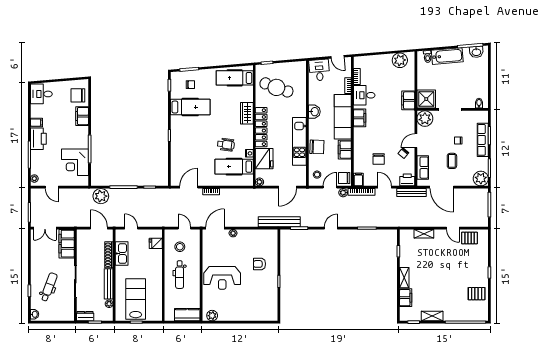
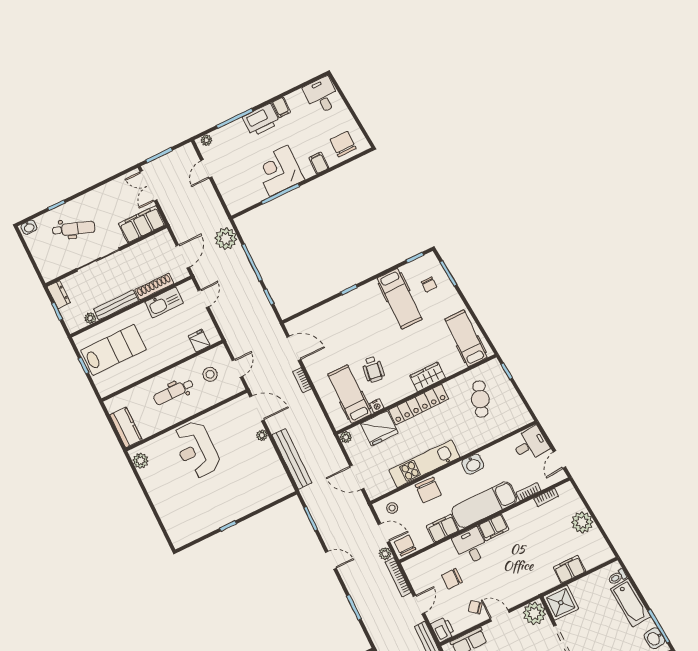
plant: (400, 60) -> (582, 522), moved
cafe table: (276, 87) -> (480, 399), width x0.73, depth x0.74
desk: (364, 95) -> (471, 546), moved
filing cabinet: (408, 100) -> (569, 569), moved
filing cabinet: (82, 116) -> (319, 163), width x0.50
corner desk: (75, 162) -> (279, 171), moved
filing cabinet: (358, 180) -> (412, 565), removed
bench: (279, 222) -> (292, 459), moved
armchair: (259, 264) -> (238, 490), removed

